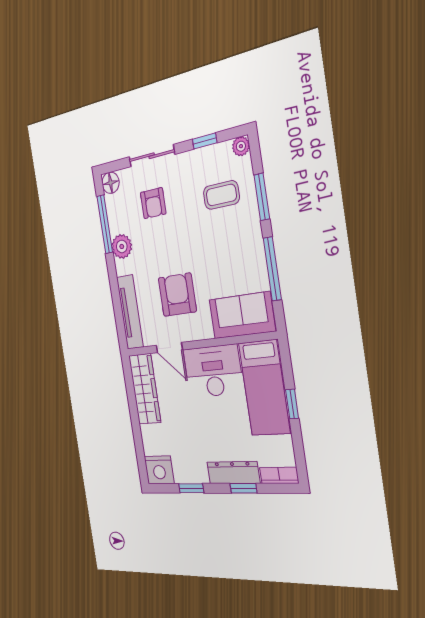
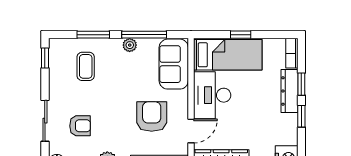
window: (205, 141) -> (45, 58), moved
plant: (241, 146) -> (130, 45), moved
armchair: (177, 295) -> (152, 117), turned 90
window: (191, 488) -> (301, 116), moved

